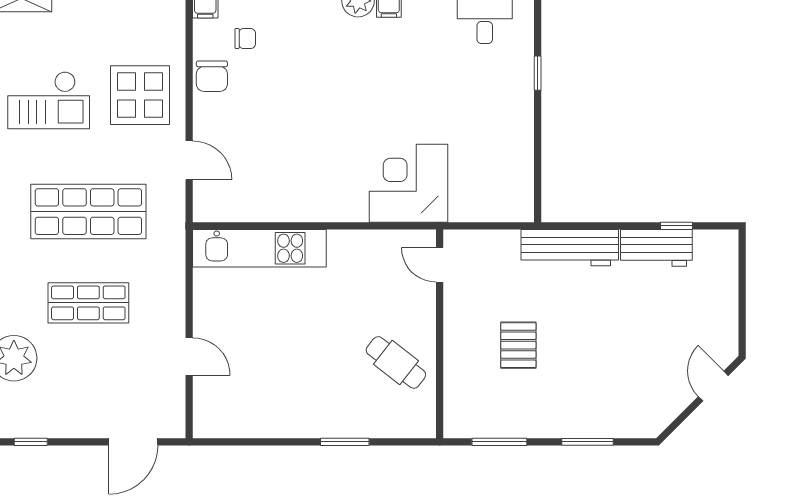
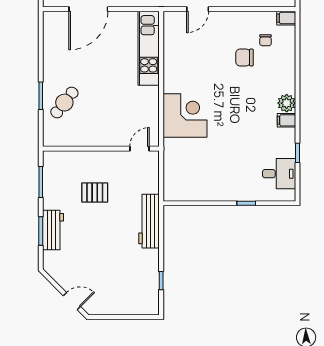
chair: (212, 76) -> (245, 57), moved
corner desk: (409, 183) -> (185, 116), moved
workbench: (656, 248) -> (53, 230), moved, turned 180
door: (189, 356) -> (88, 9), width x1.87
cafe table: (396, 362) -> (64, 103), moved

